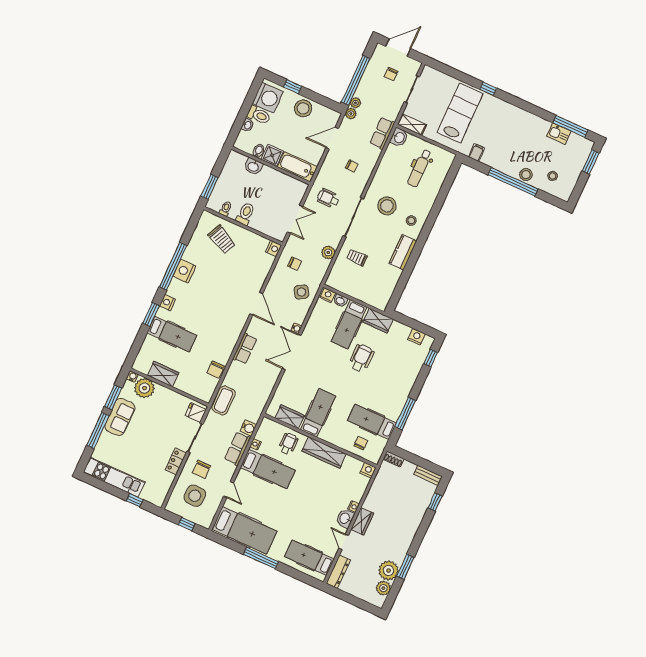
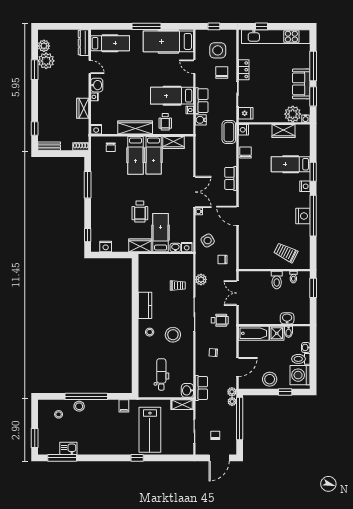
nightstand: (274, 248) -> (244, 130), moved
hospital bed: (372, 422) -> (136, 155), moved, turned 90
kitchen unit: (114, 477) -> (276, 37), width x1.36
wardrobe: (362, 521) -> (83, 108), moved

